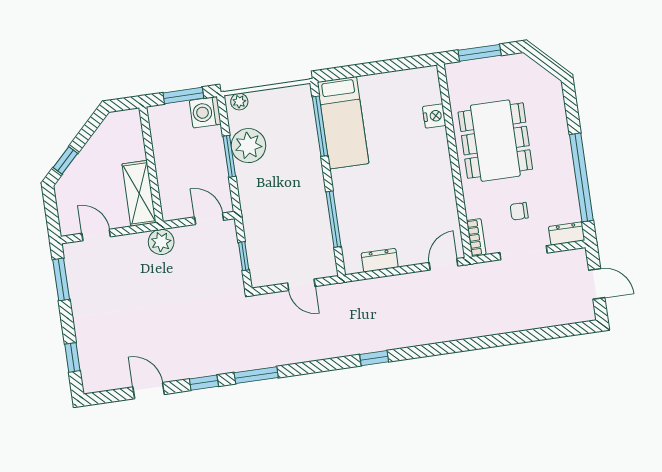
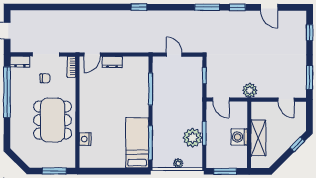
plant: (239, 102) -> (178, 163), moved
washing machine: (205, 112) -> (239, 137), moved, turned 180
shelving: (139, 193) -> (258, 138), moved
dresser: (380, 260) -> (112, 62), moved

